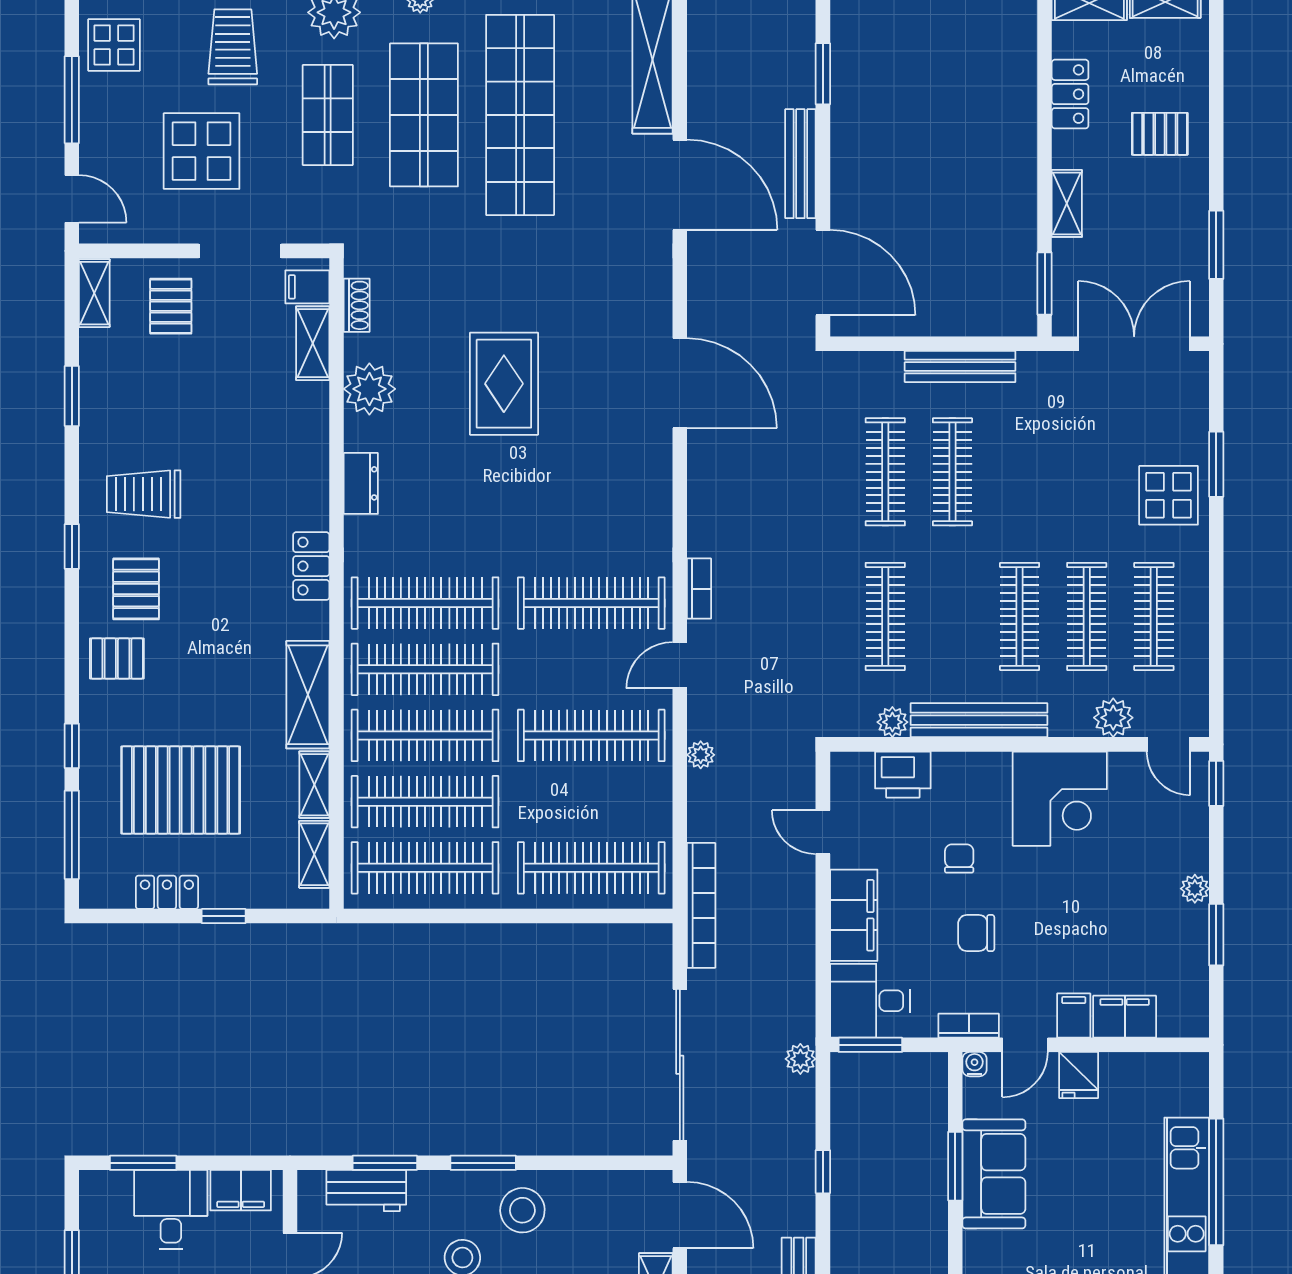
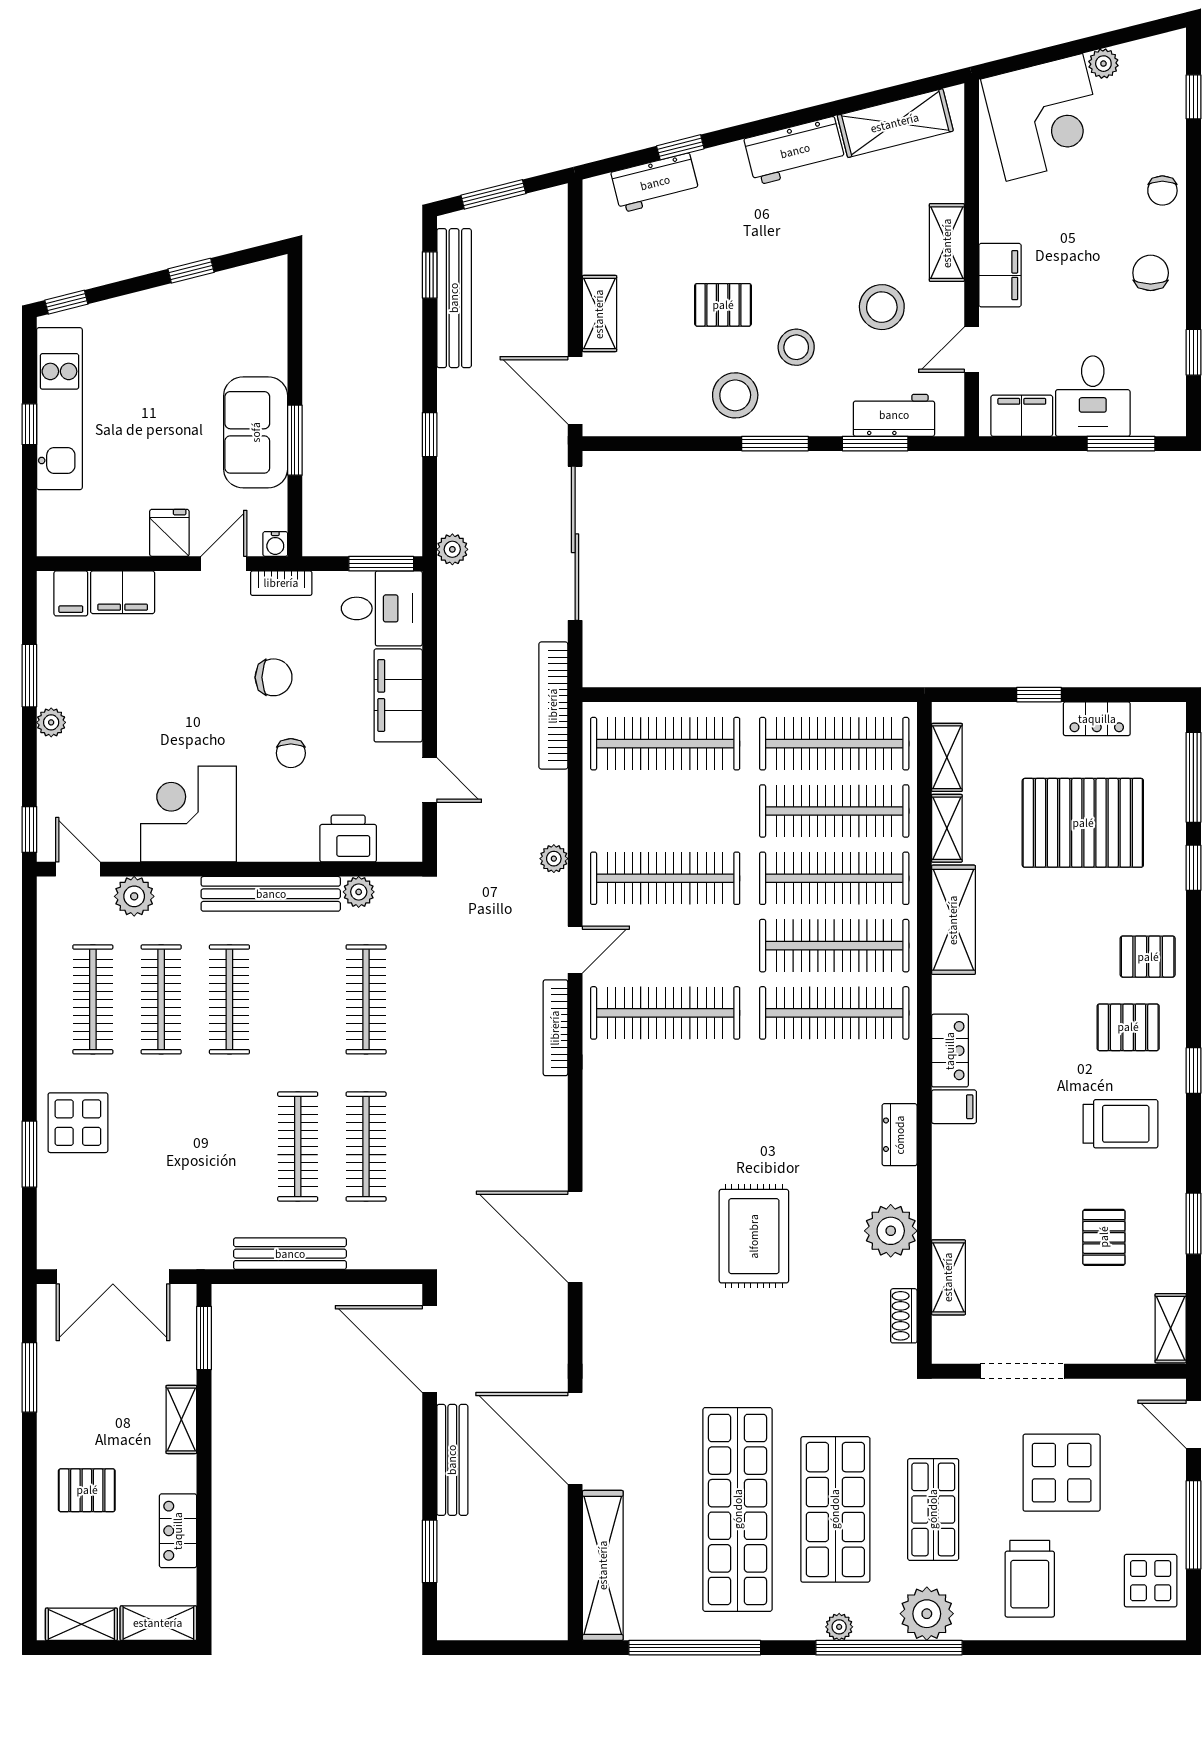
filing cabinet: (307, 287) -> (954, 1107), moved
pallet: (171, 306) -> (1104, 1237), moved
pallet: (136, 589) -> (1128, 1027), turned 90
bookcase: (699, 589) -> (555, 1028), width x1.56
filing cabinet: (1074, 1016) -> (71, 593), moved
window: (1216, 1182) -> (29, 424), width x0.32

